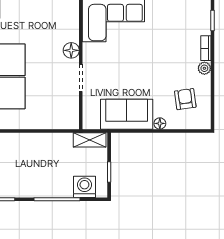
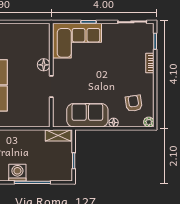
plant: (204, 68) -> (149, 122), moved
washing machine: (84, 187) -> (17, 173), moved

